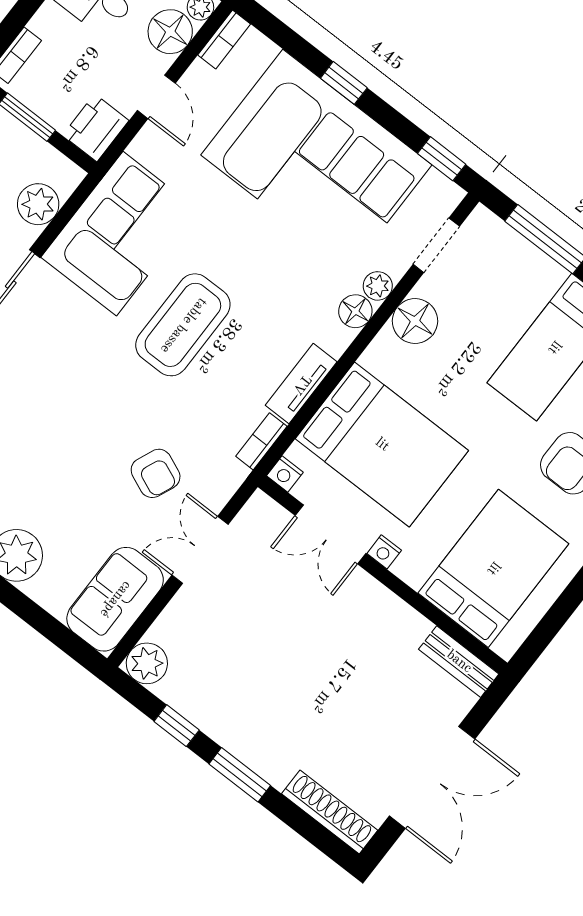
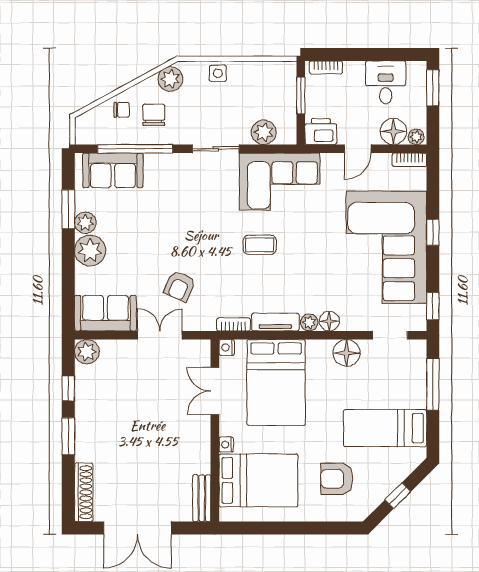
plant: (378, 286) -> (309, 322), moved
coffee table: (183, 325) -> (260, 245), width x0.54, depth x0.58
nightstand: (384, 552) -> (226, 445), moved

